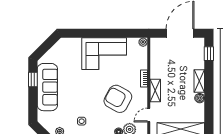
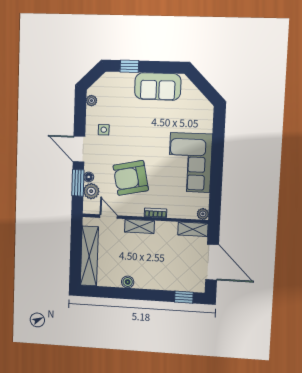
window: (33, 79) -> (129, 66), moved
shelving: (199, 81) -> (193, 229), moved
sofa: (47, 87) -> (158, 86), width x0.73
armchair: (118, 99) -> (131, 178), turned -131

